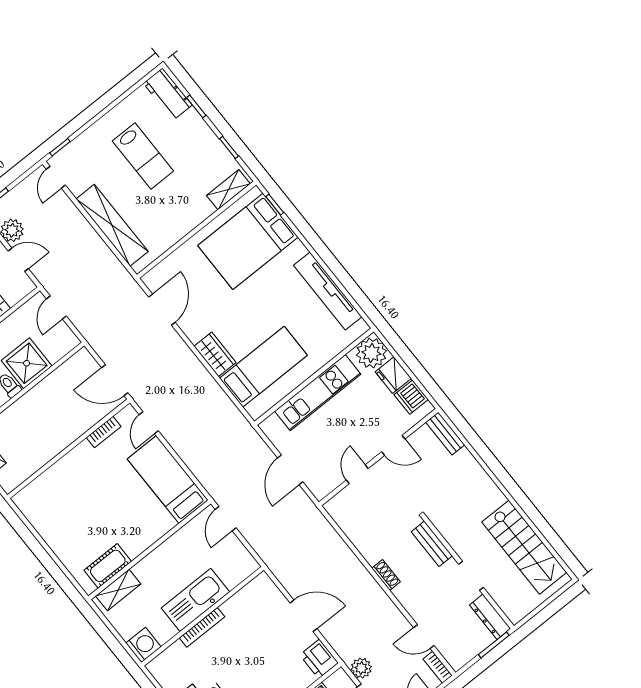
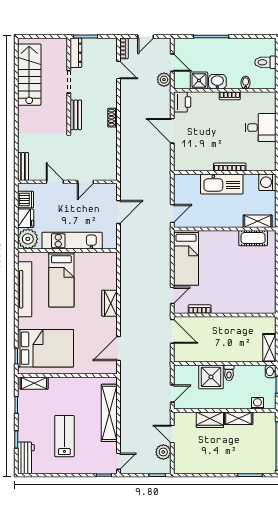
bed: (263, 367) -> (61, 279), moved, turned -90

